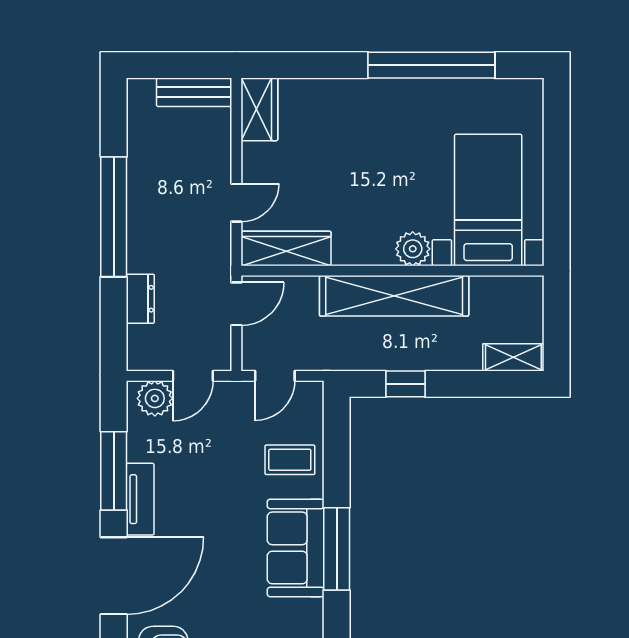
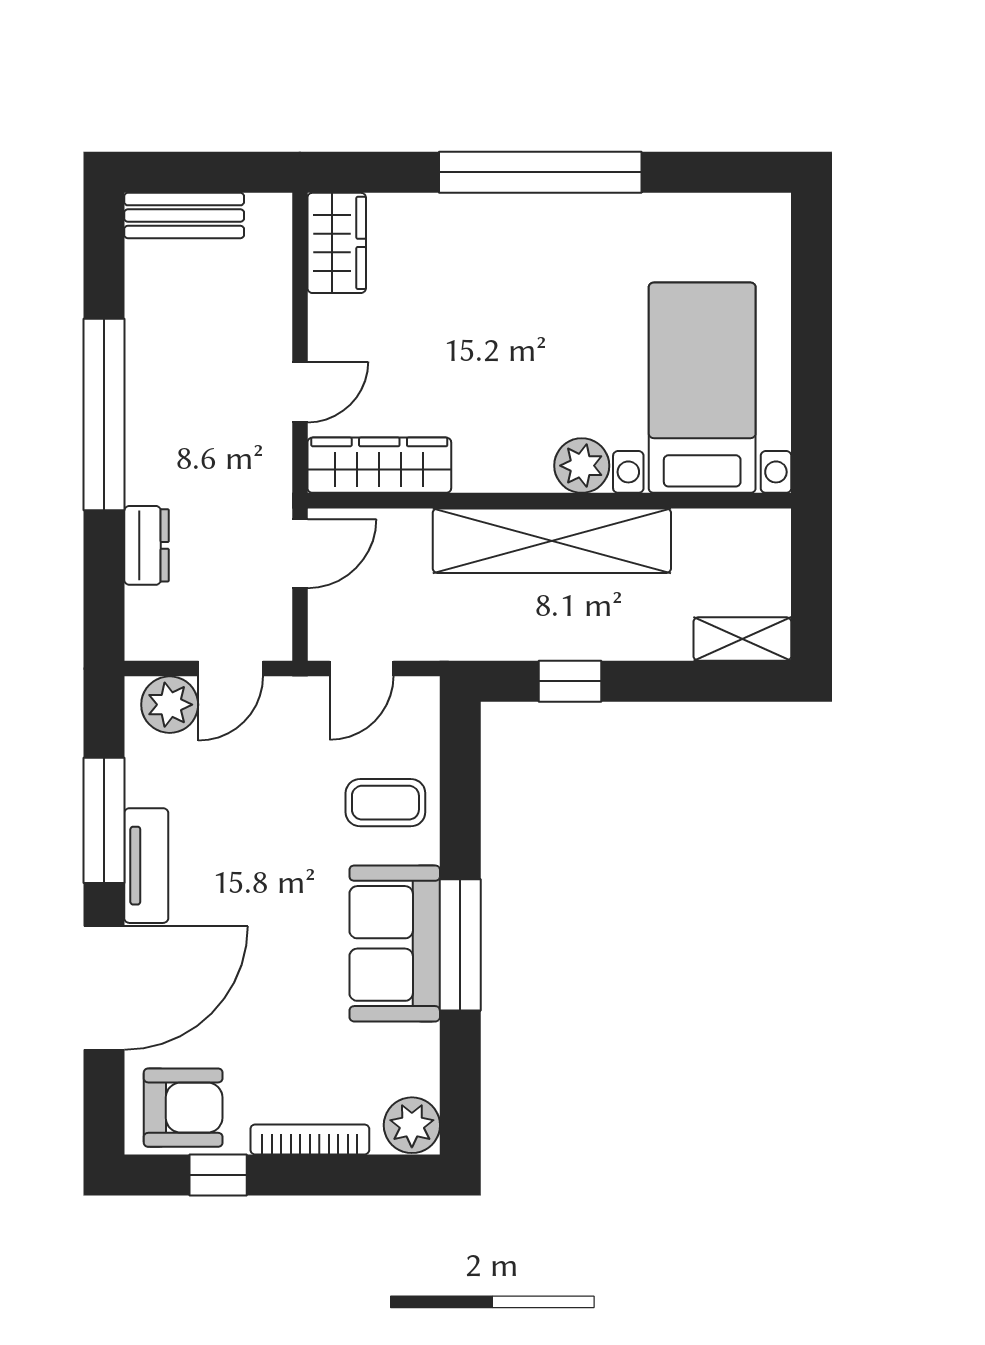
window: (431, 65) -> (540, 172), moved
bench: (194, 92) -> (184, 216), moved

